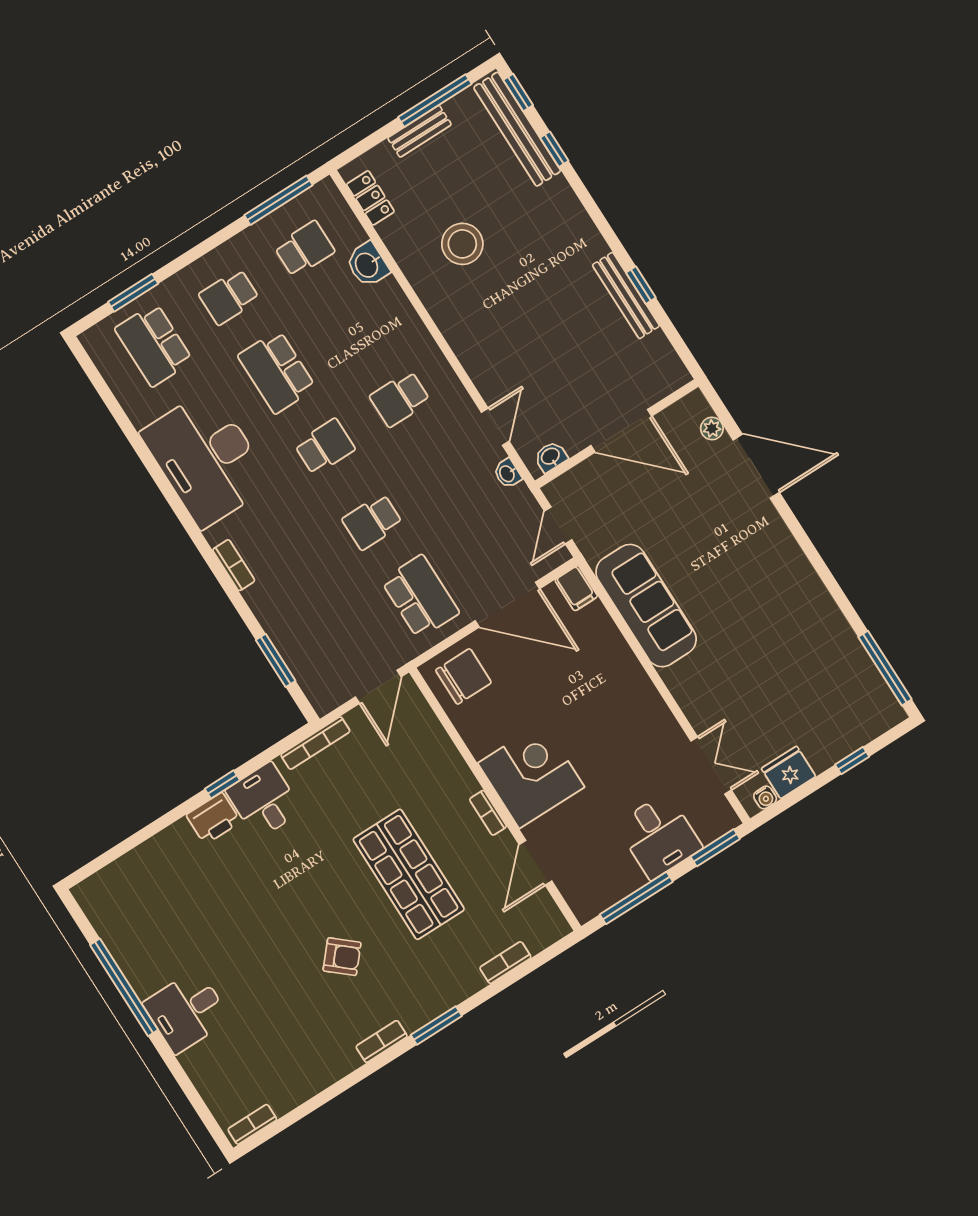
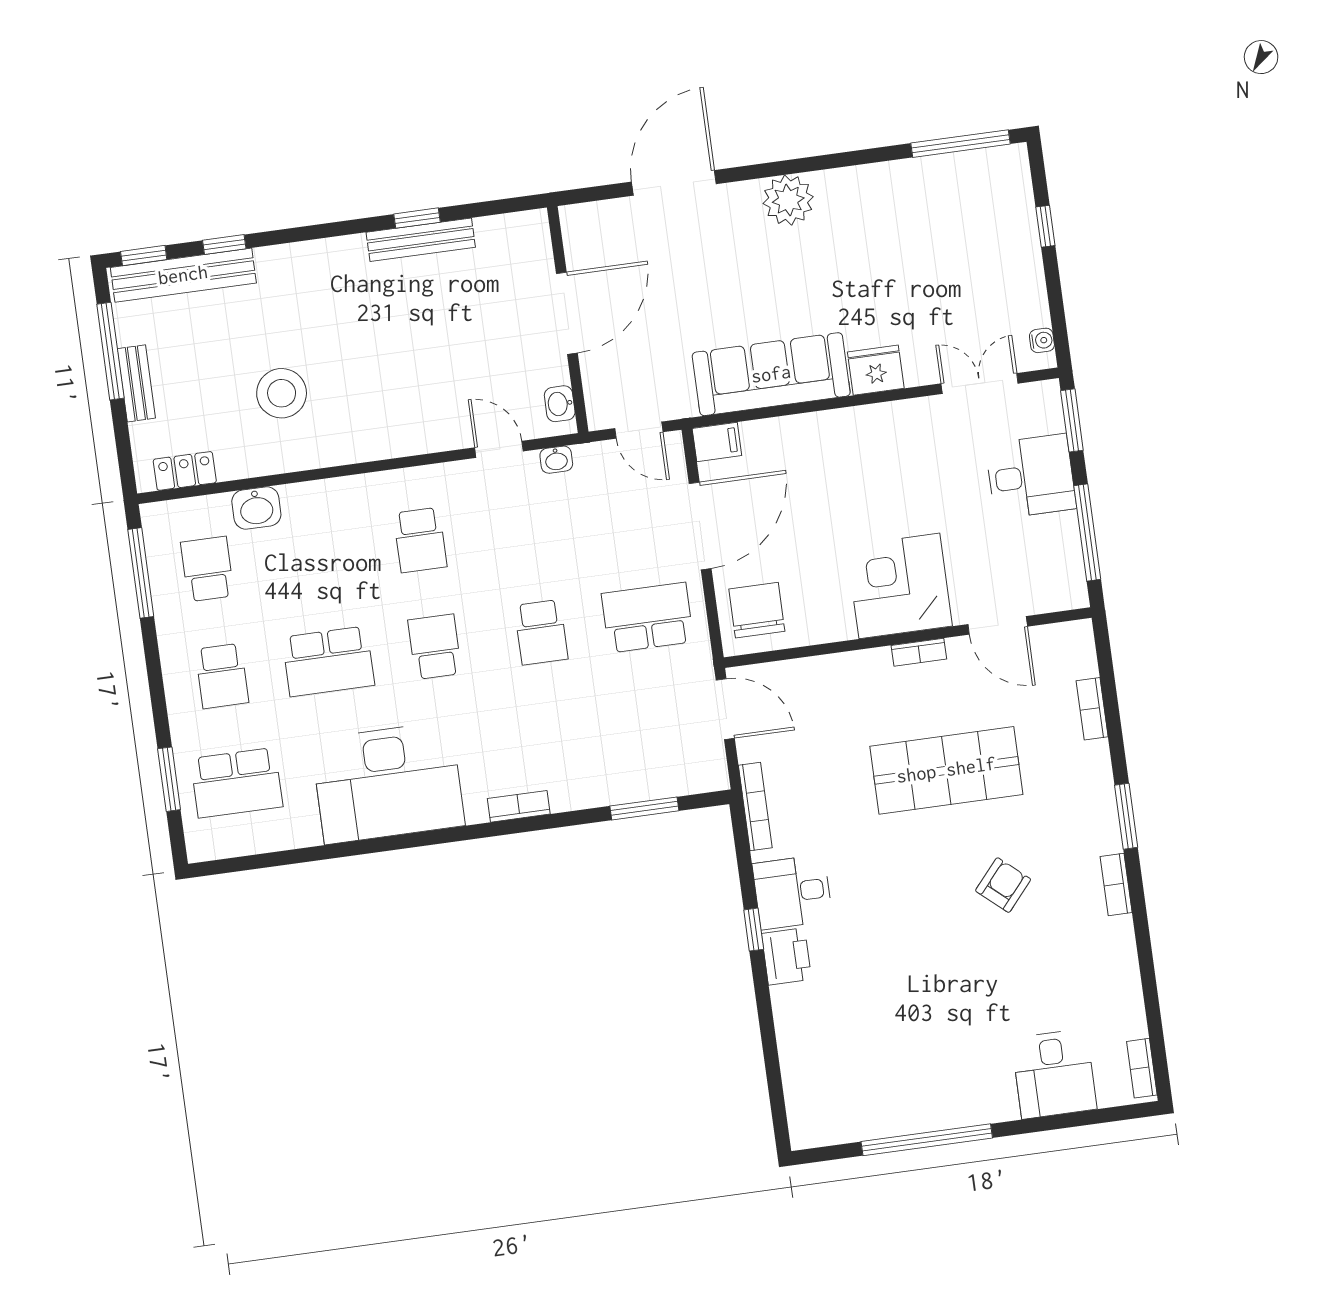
plant: (712, 429) -> (788, 200), moved, width x1.87, depth x1.87
fridge: (789, 772) -> (876, 370), moved, turned 90
desk: (187, 1011) -> (1054, 1074), moved

